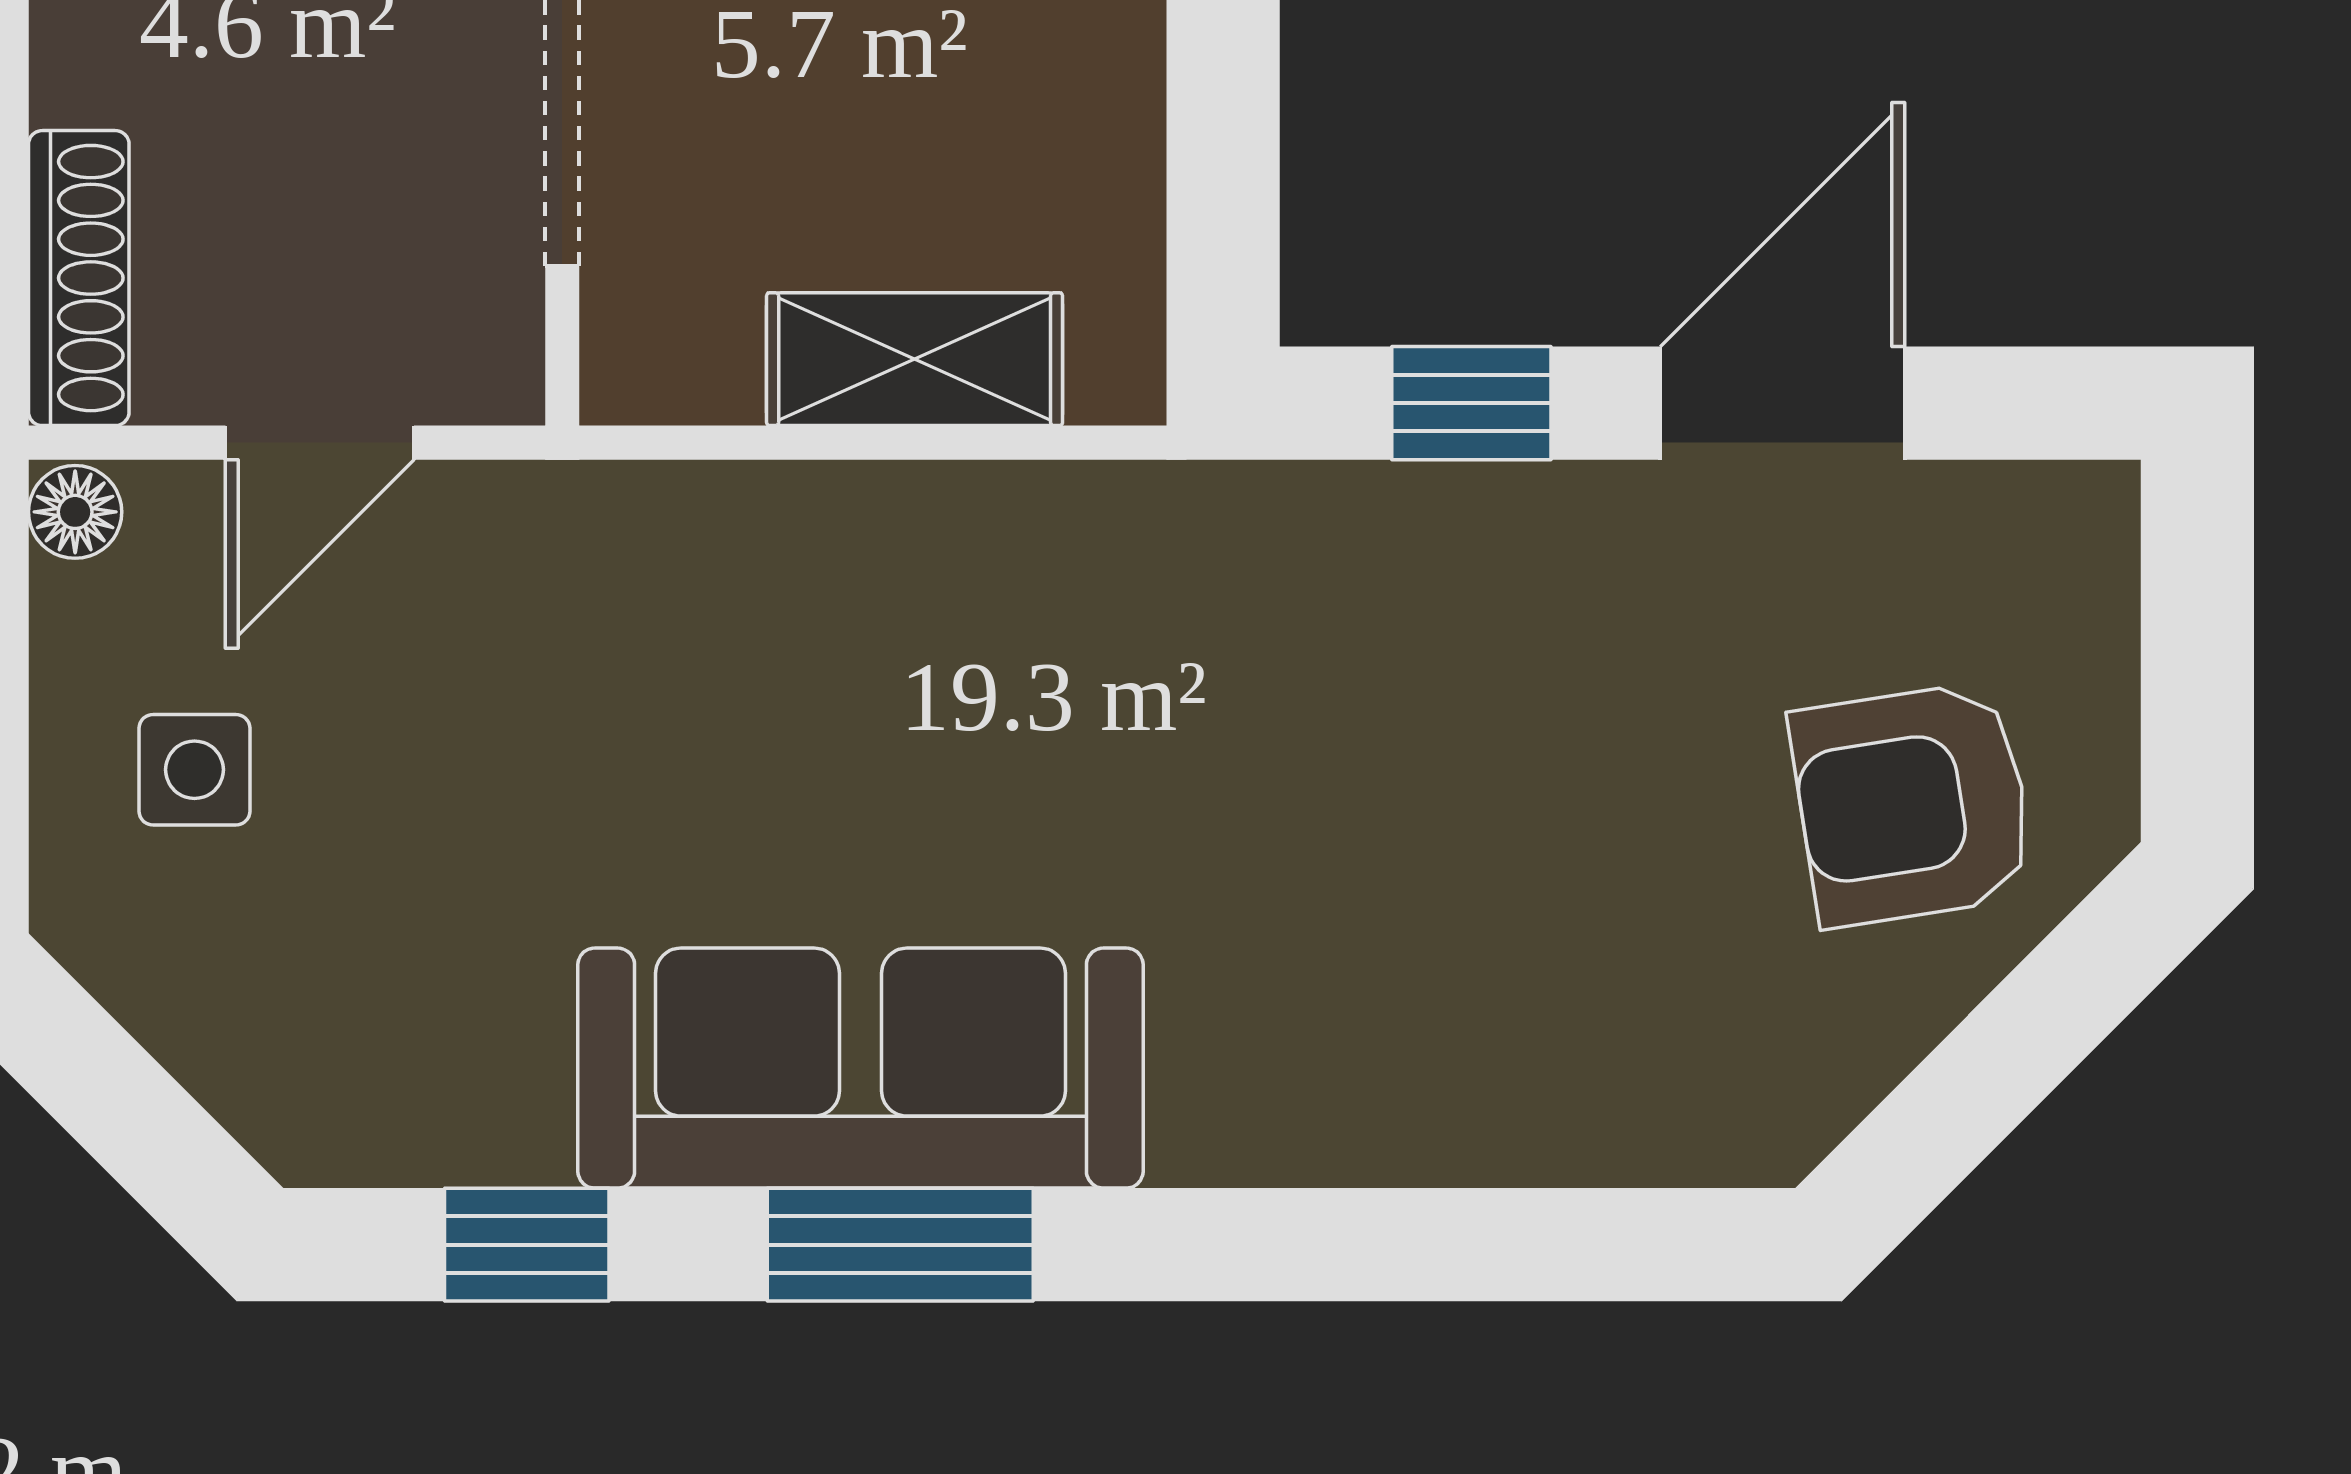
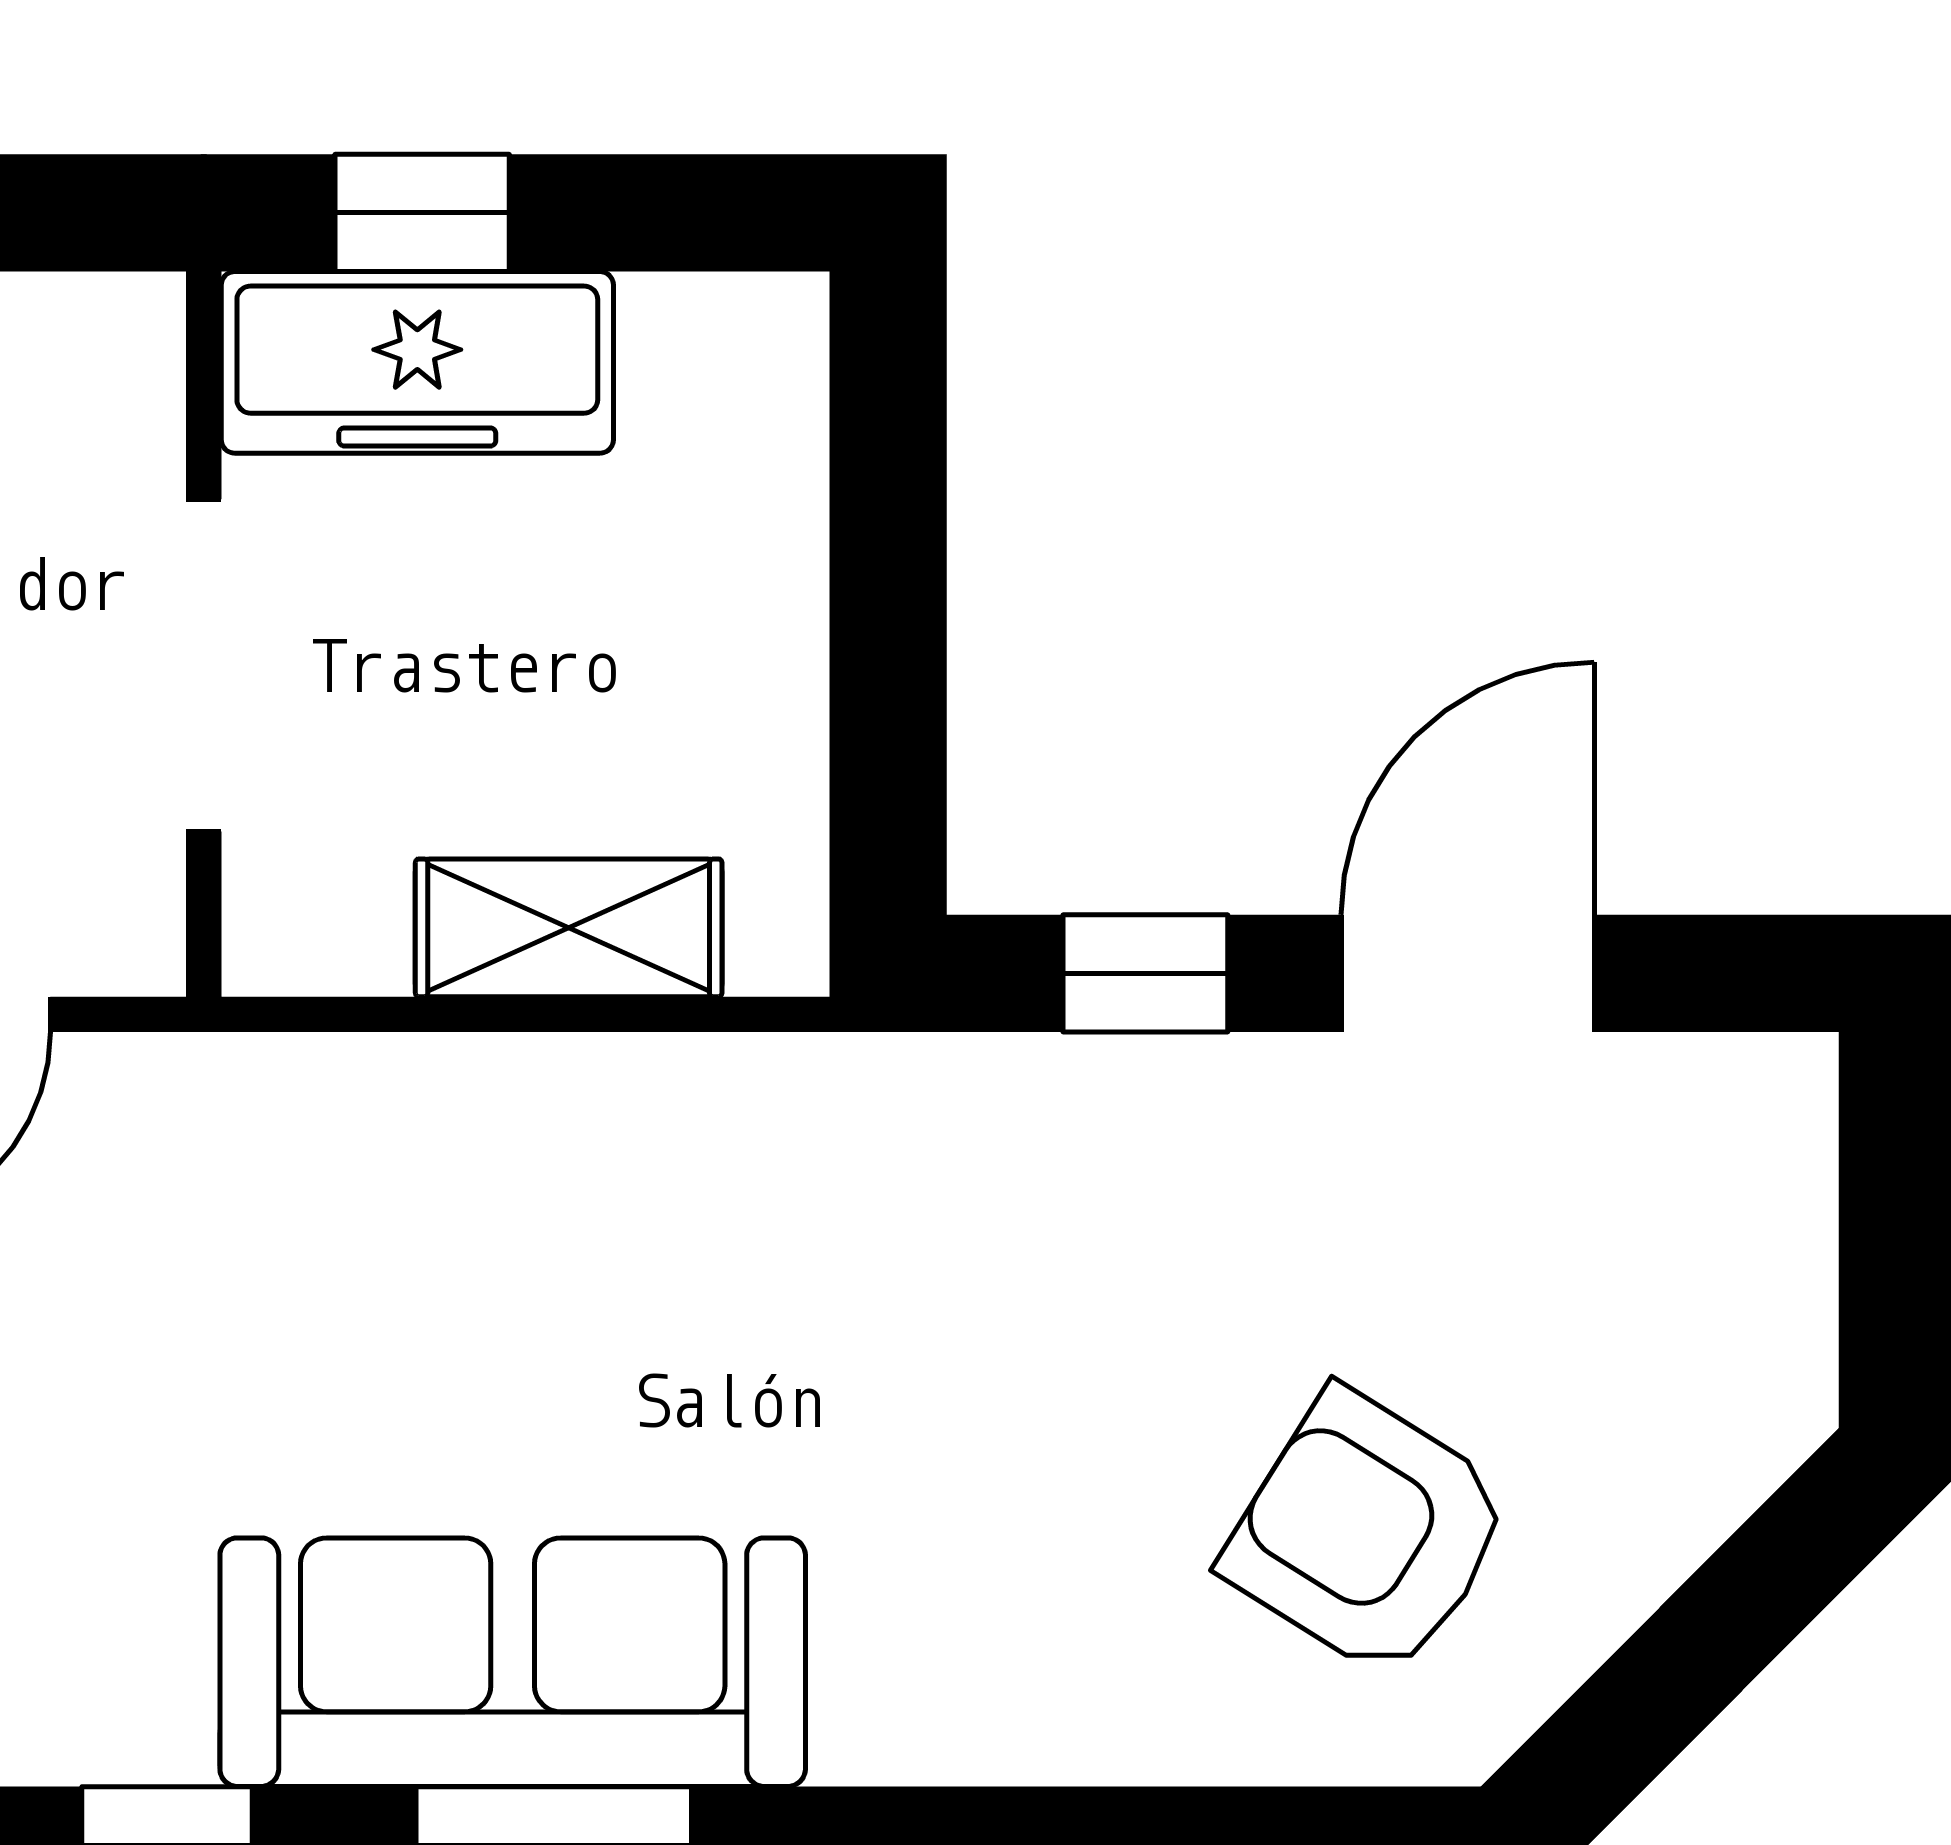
armchair: (1912, 804) -> (1368, 1534), moved, turned 41

